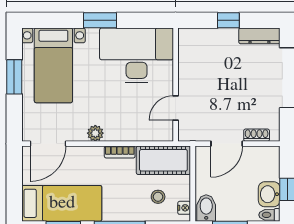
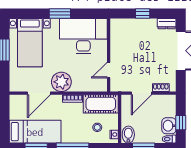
dresser: (259, 36) -> (167, 24), width x0.70
plant: (95, 133) -> (61, 82), width x1.88, depth x1.88
door: (48, 144) -> (39, 93), moved

